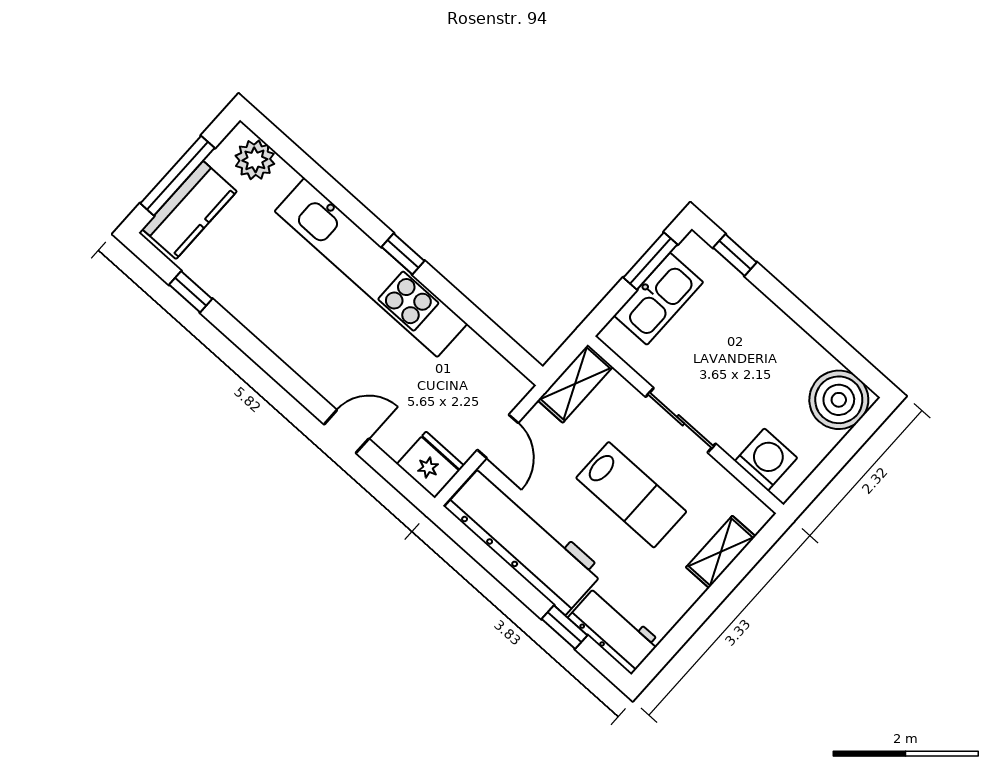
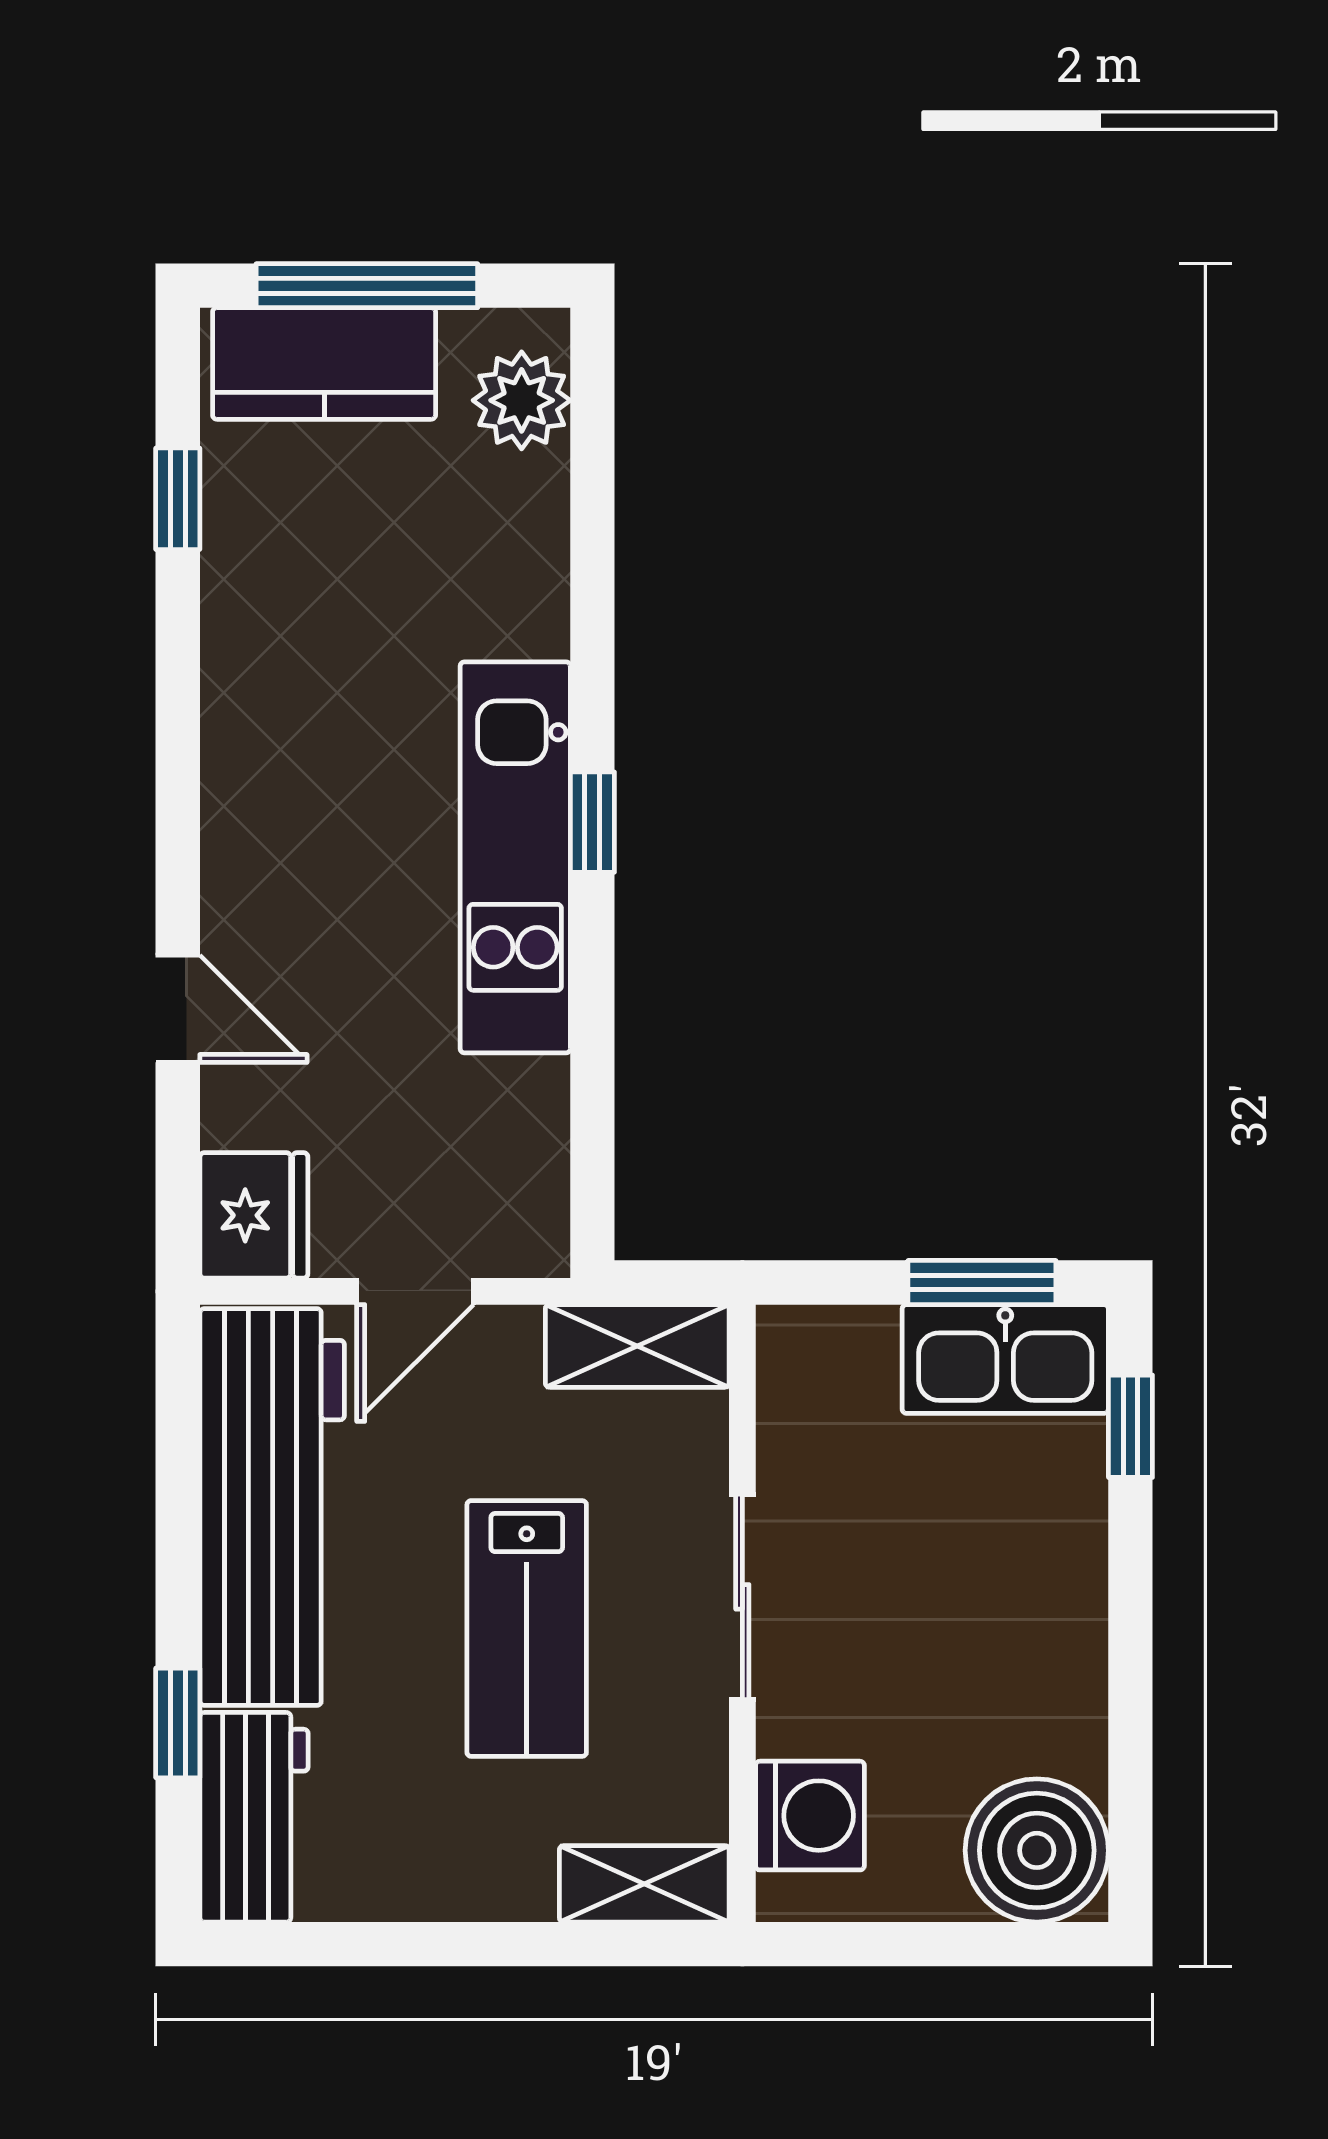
kitchen unit: (371, 268) -> (515, 857), width x0.73
kitchen sink: (658, 299) -> (1005, 1359), moved
shelving: (721, 552) -> (644, 1884), moved

